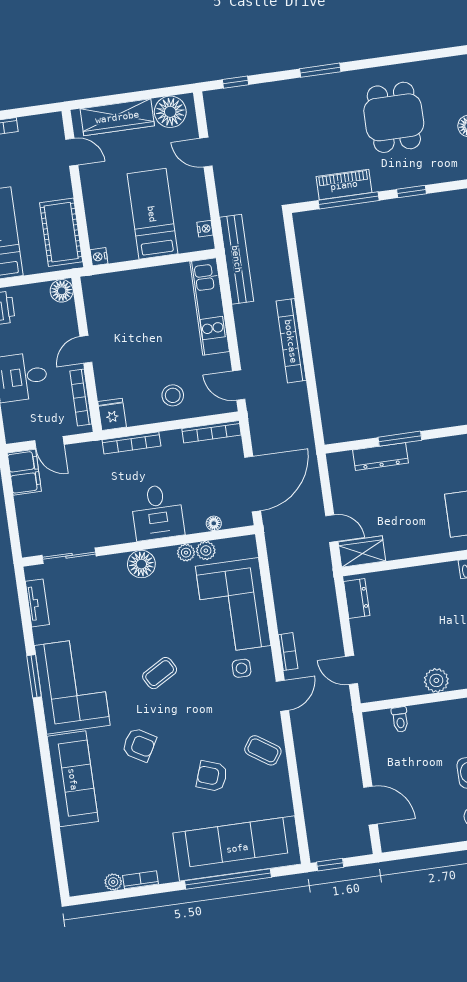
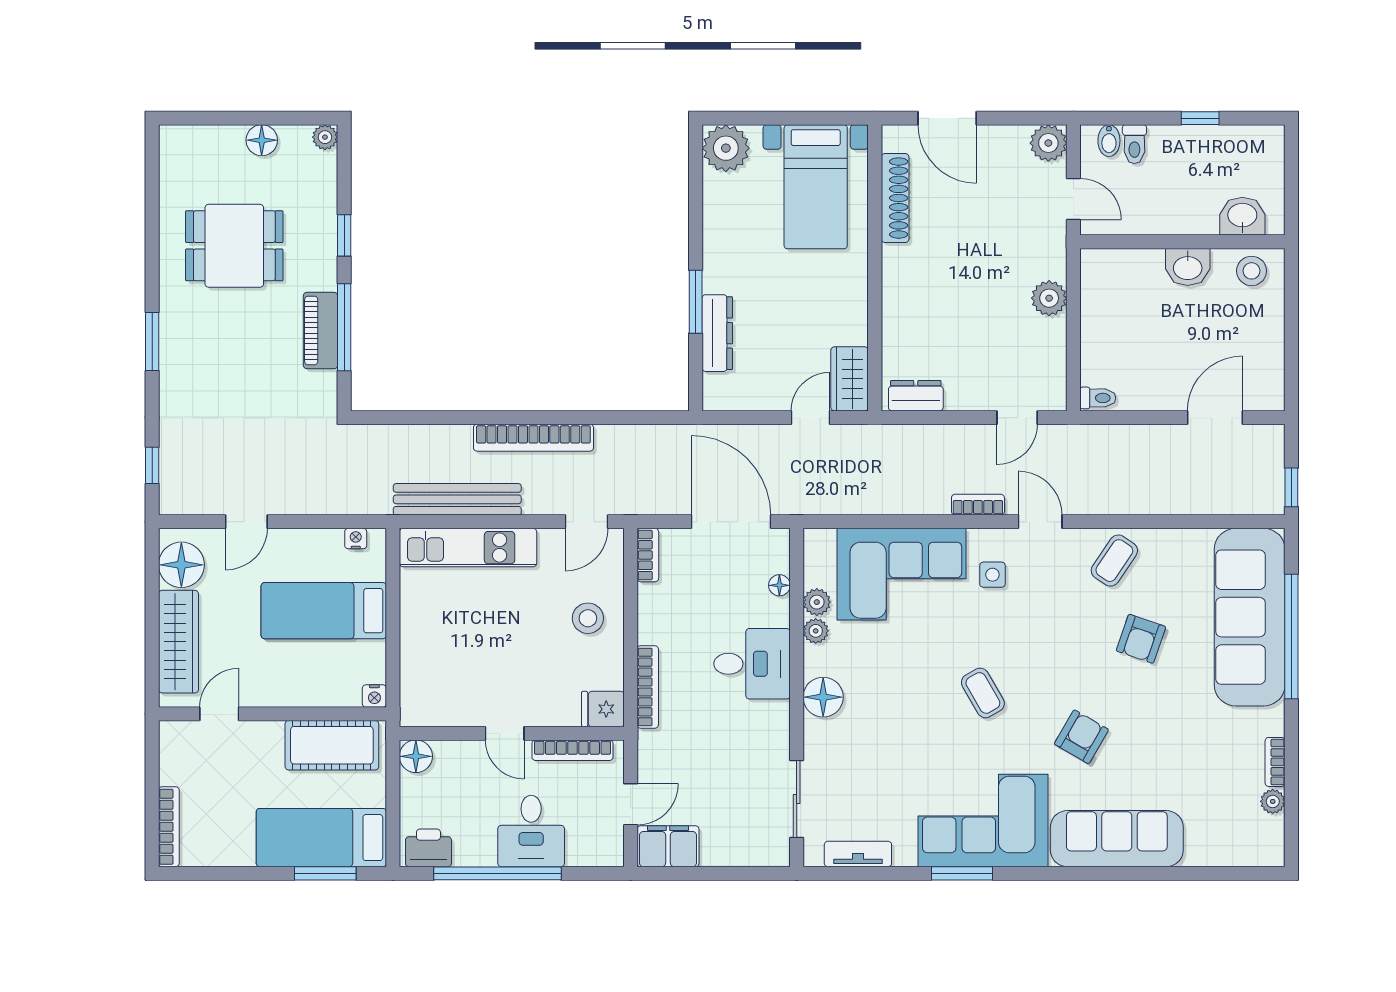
bench: (237, 259) -> (457, 499), moved
bookcase: (211, 432) -> (648, 555), width x0.64
toilet: (400, 720) -> (1098, 398), moved

